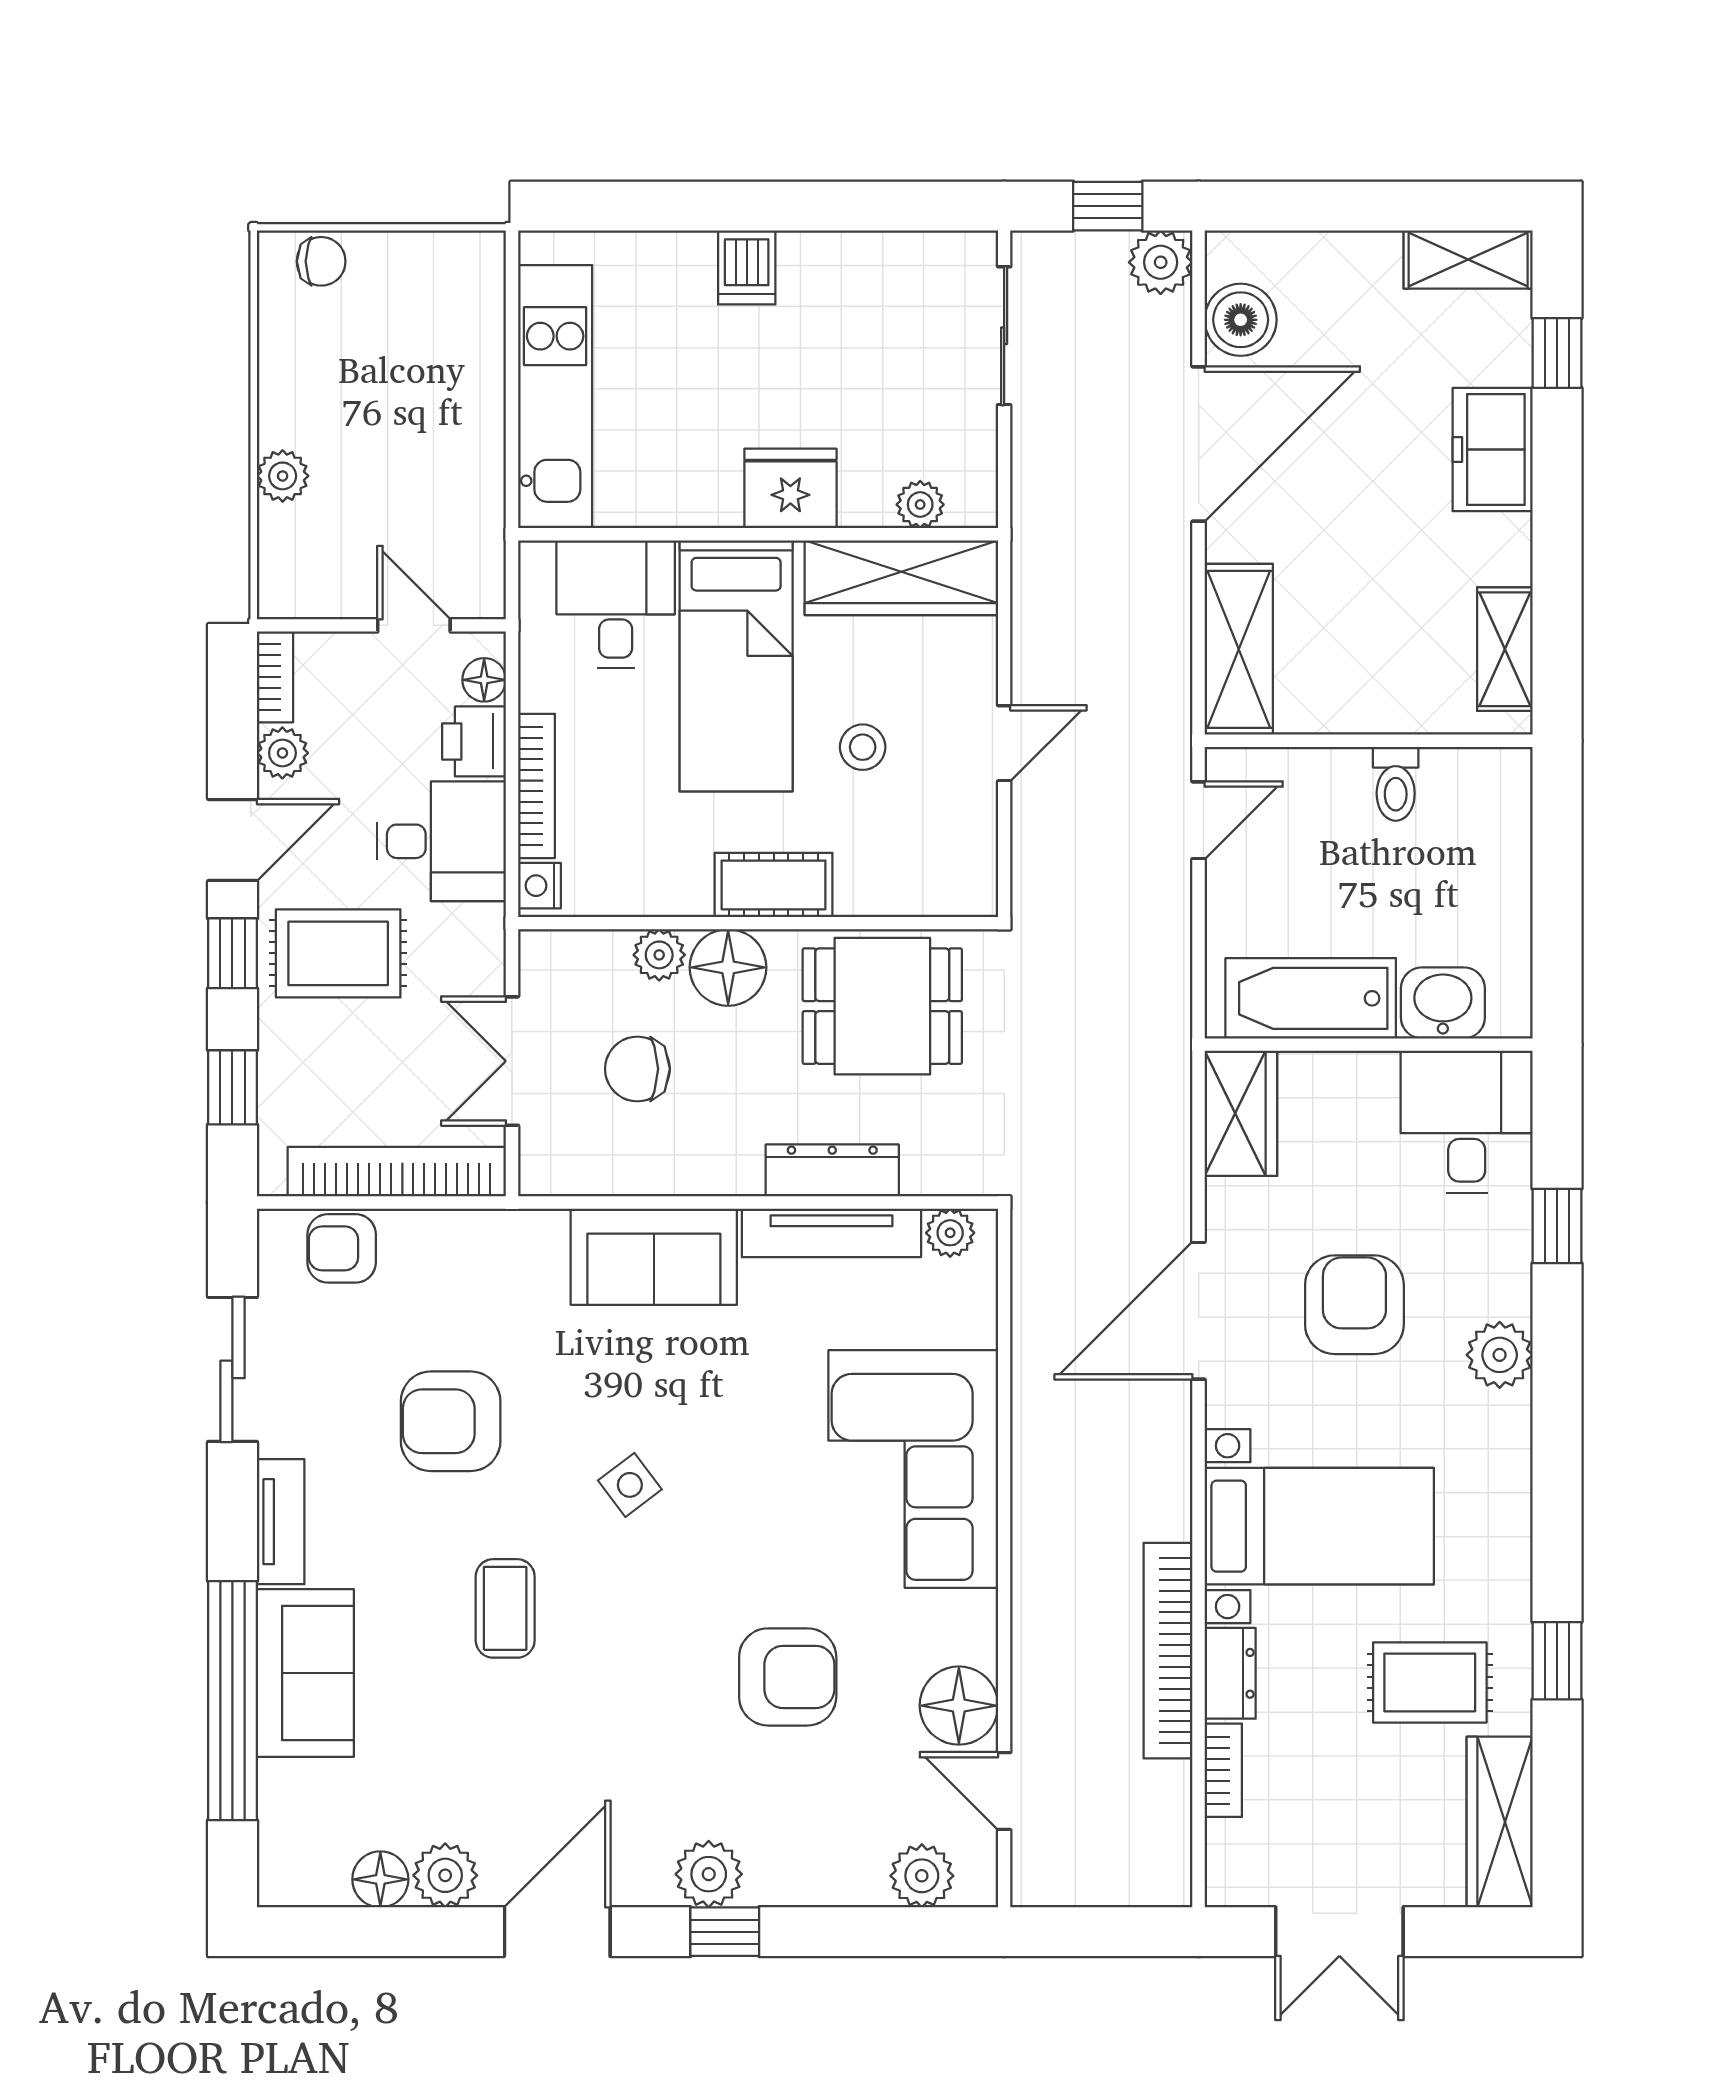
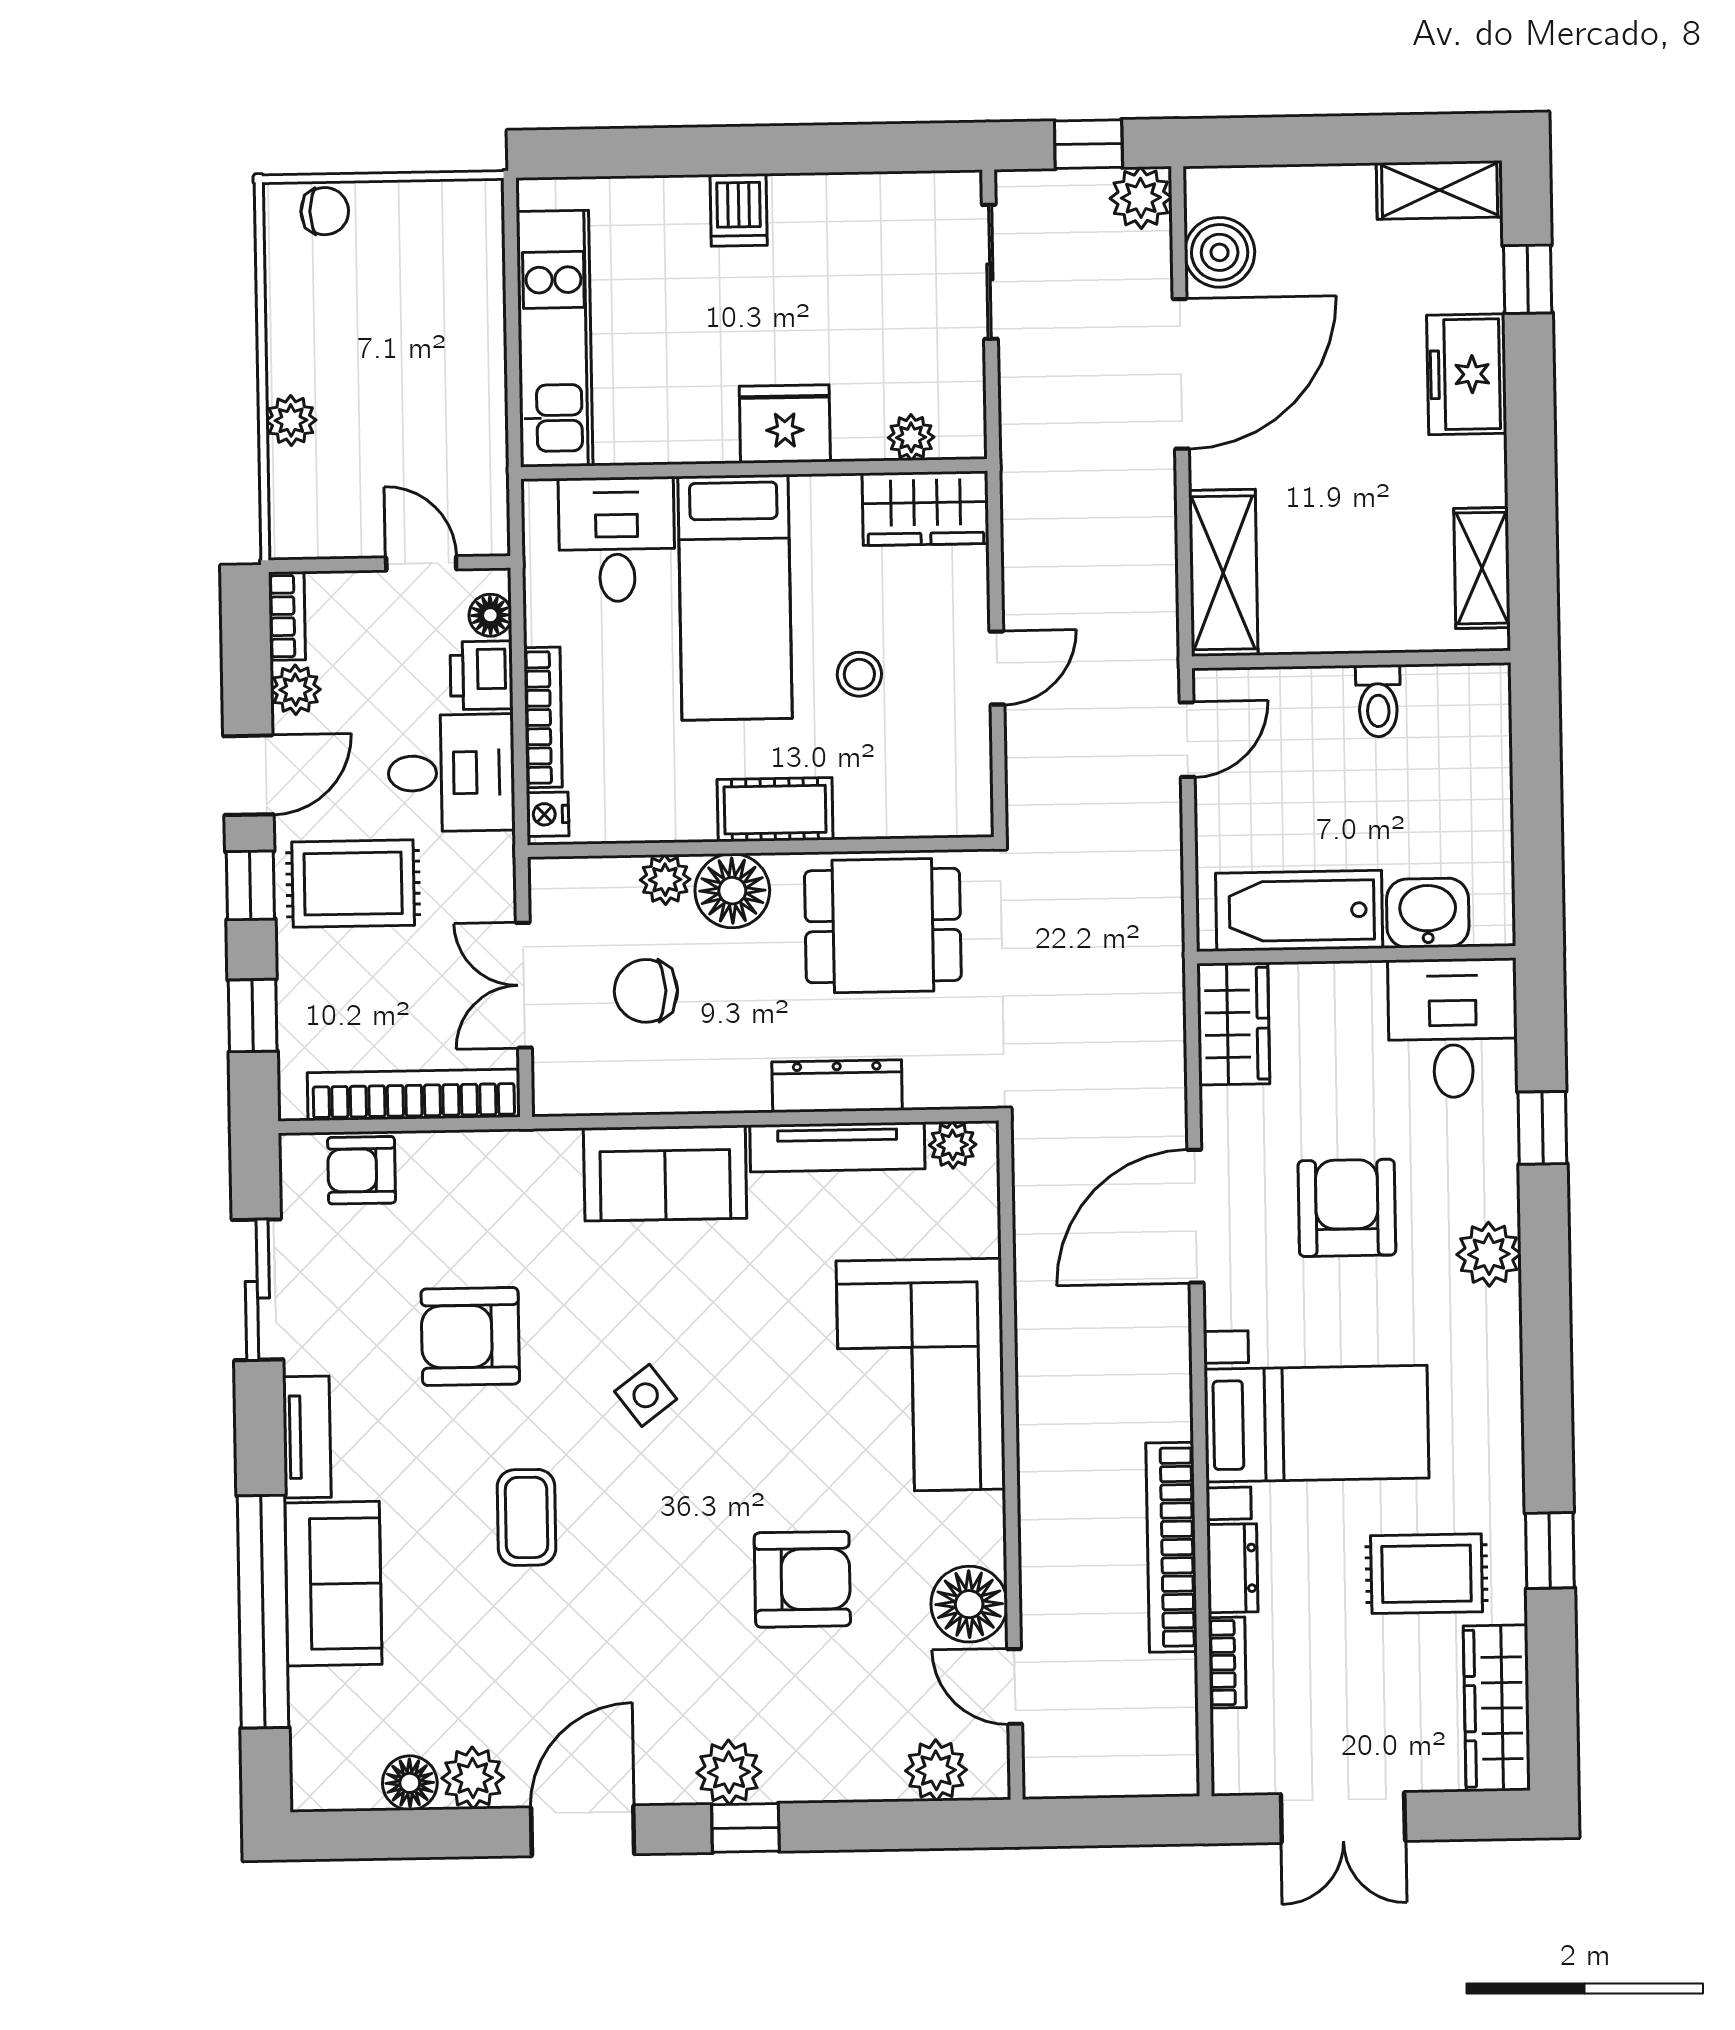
wardrobe: (901, 578) -> (925, 508), width x0.67

